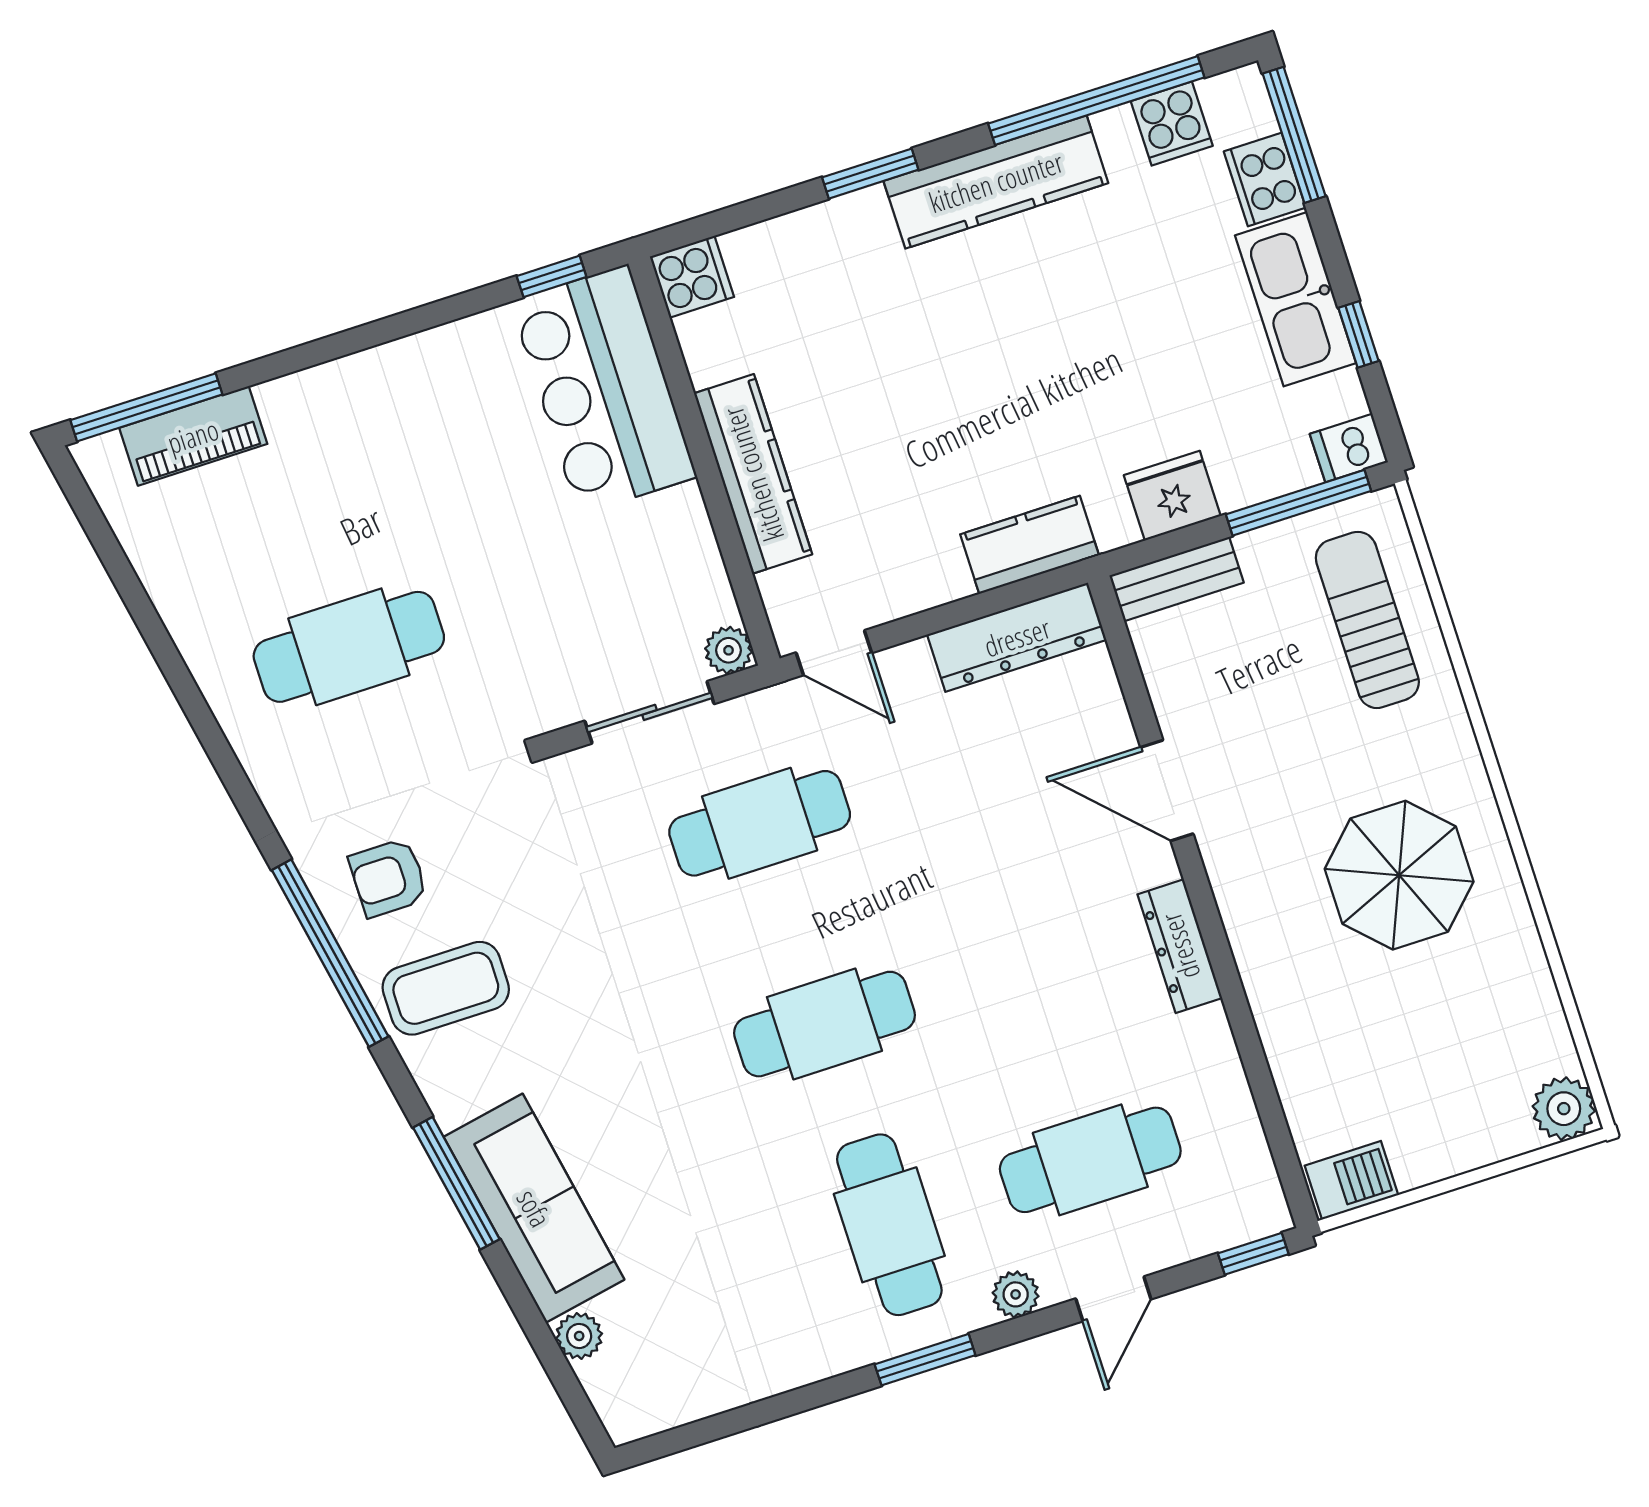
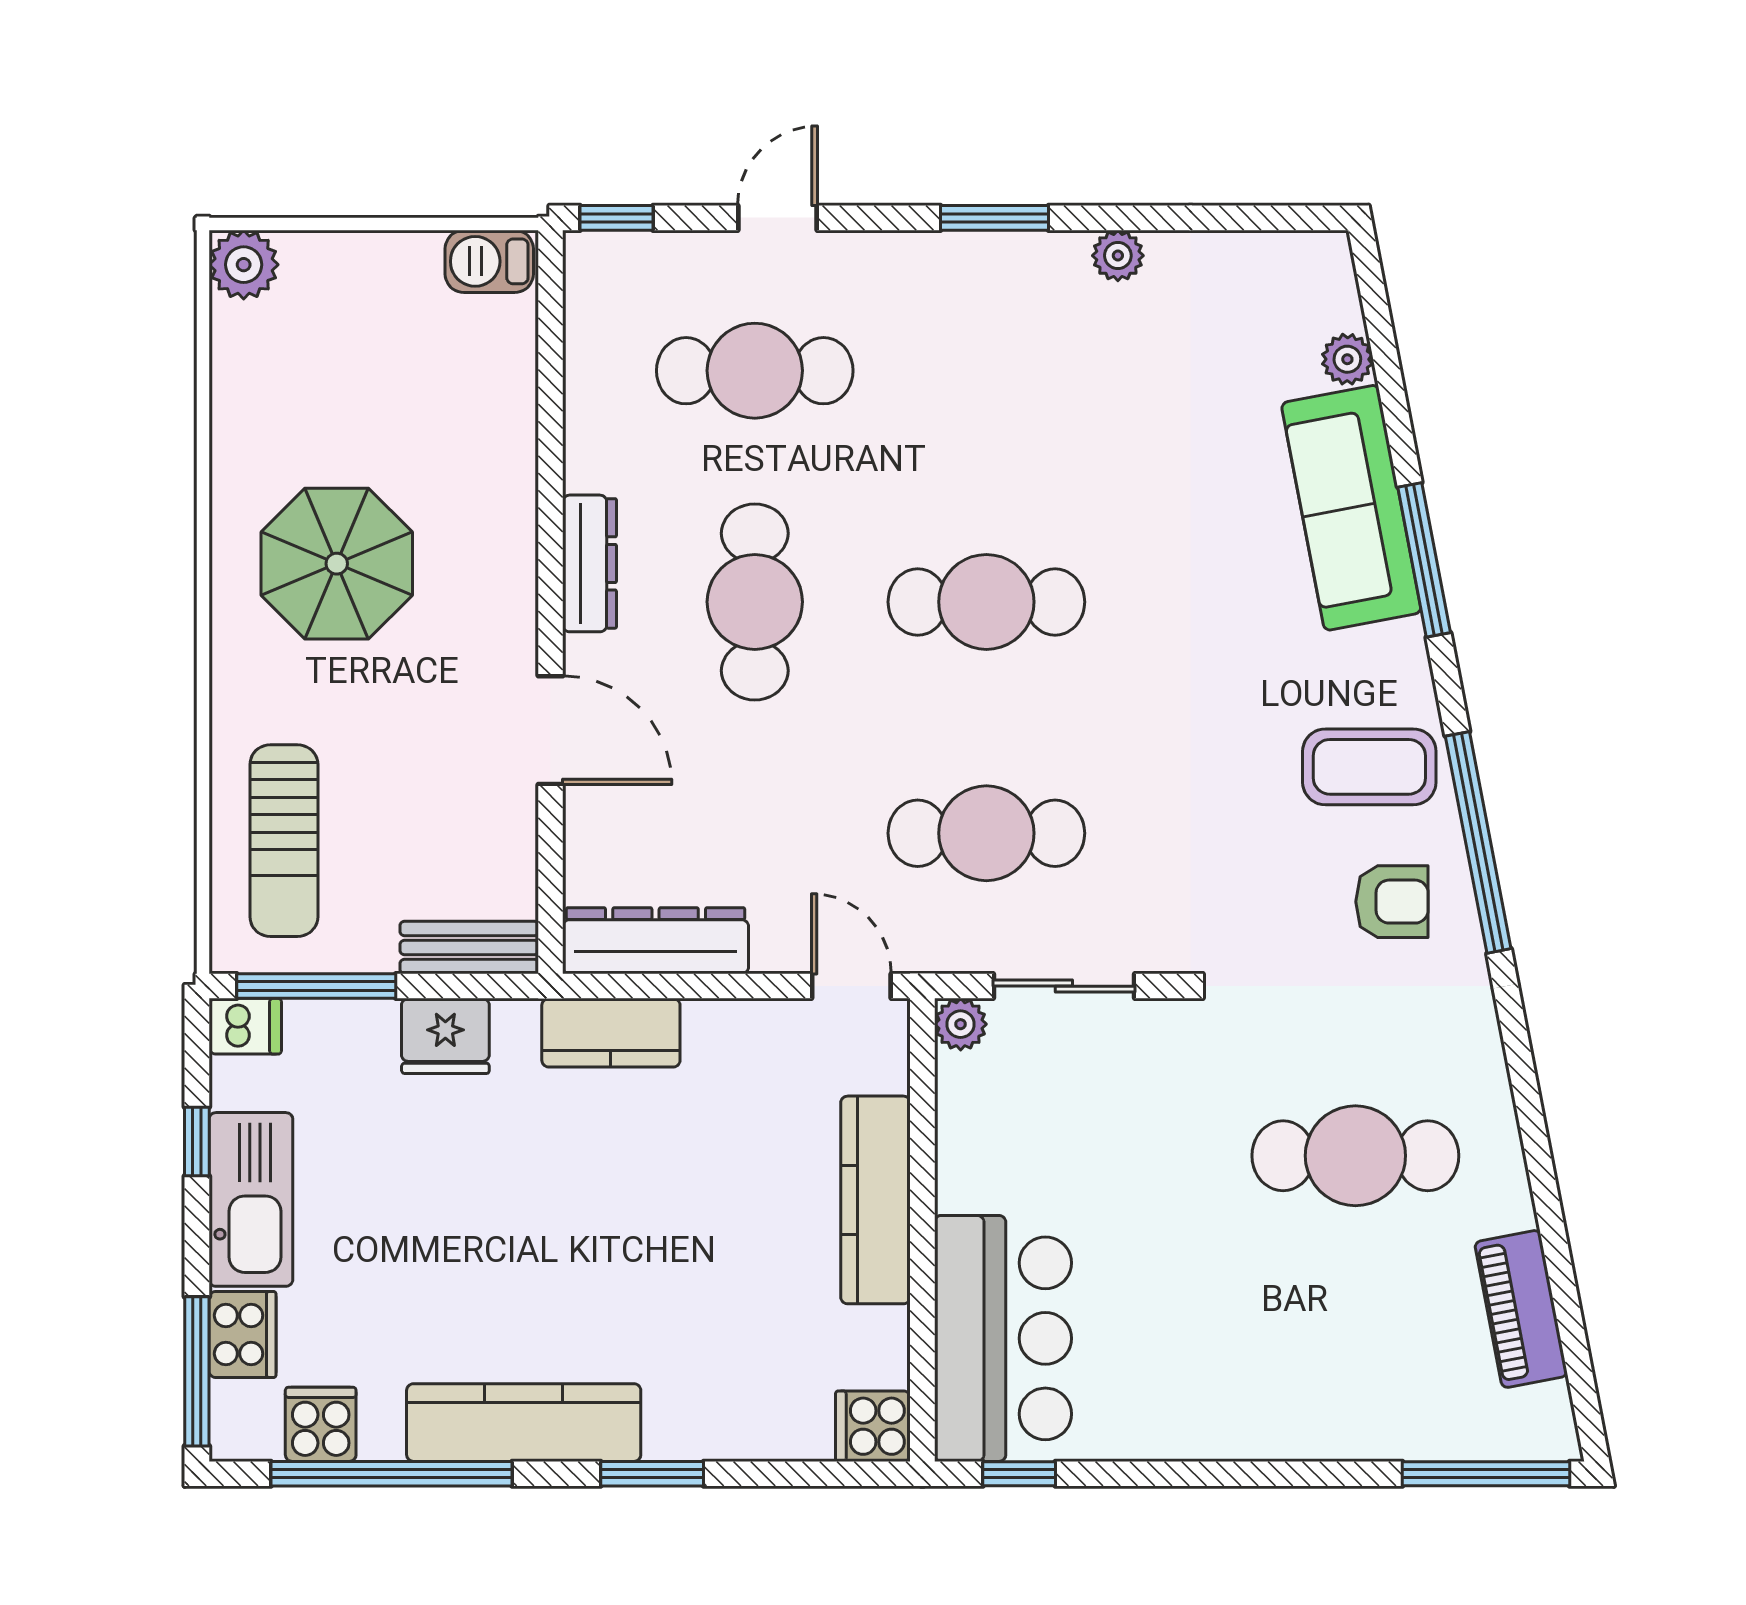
piano: (193, 436) -> (1521, 1309), moved, turned -101
cafe table: (889, 1225) -> (755, 602), moved
plant: (1016, 1294) -> (1118, 256), moved

